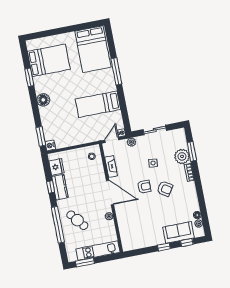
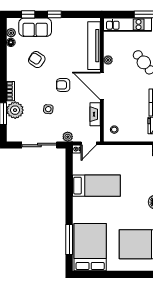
window: (116, 71) -> (69, 239), moved
sliding door: (155, 130) -> (39, 145), width x1.37
armchair: (165, 189) -> (37, 60), moved
tv unit: (124, 226) -> (94, 46), added

